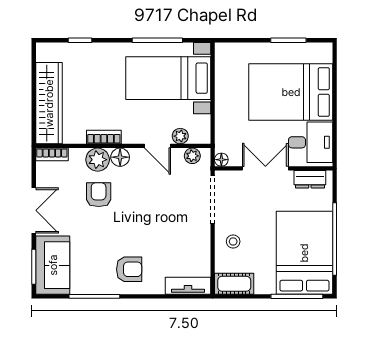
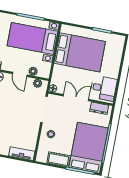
bed: (291, 92) -> (80, 52), moved, turned 180
cot: (234, 284) -> (59, 159), moved

